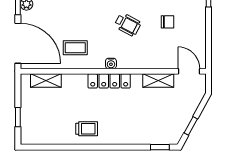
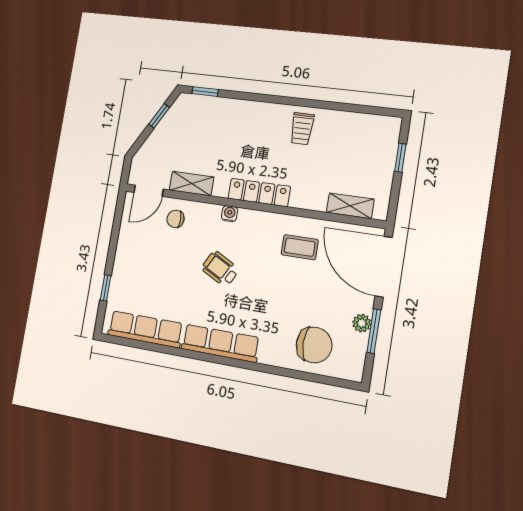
chair: (168, 22) -> (175, 219), moved
water cooler: (111, 63) -> (230, 214), moved
door: (189, 71) -> (149, 191), hinge flipped
trolley: (87, 129) -> (302, 129), turned -90

